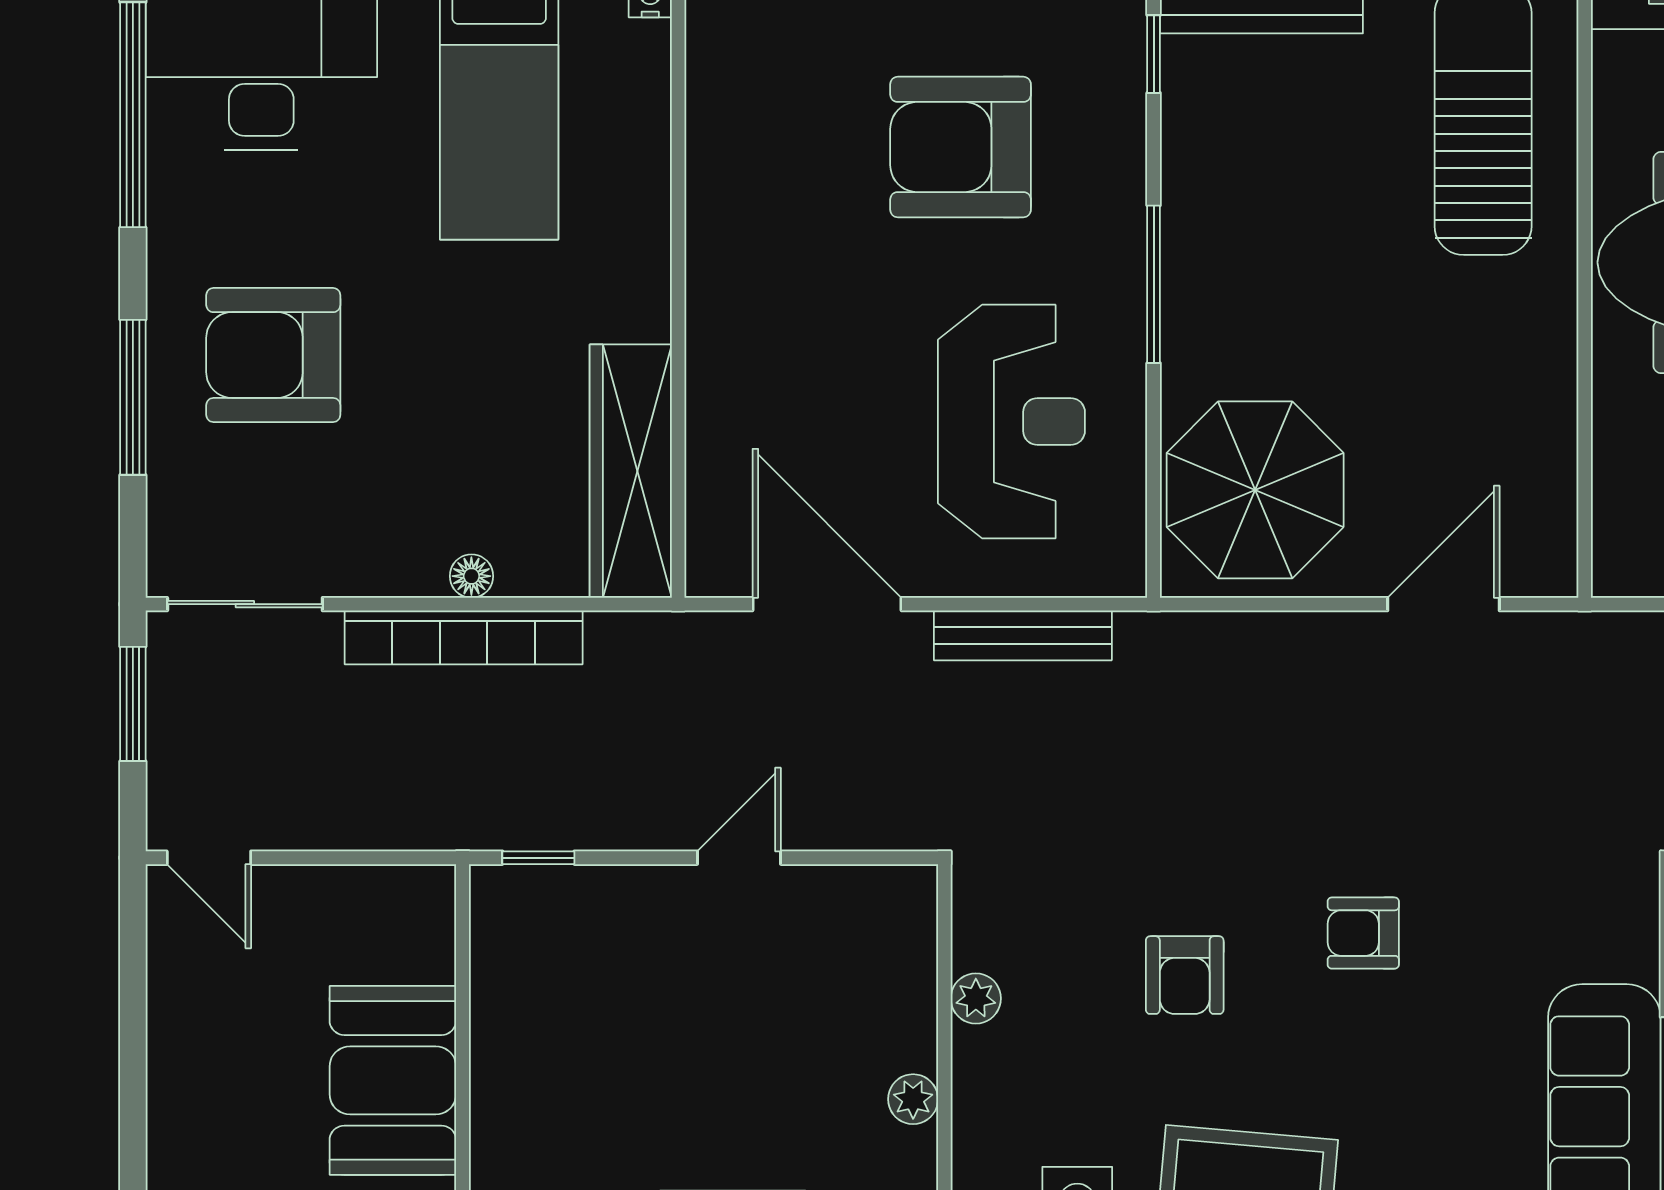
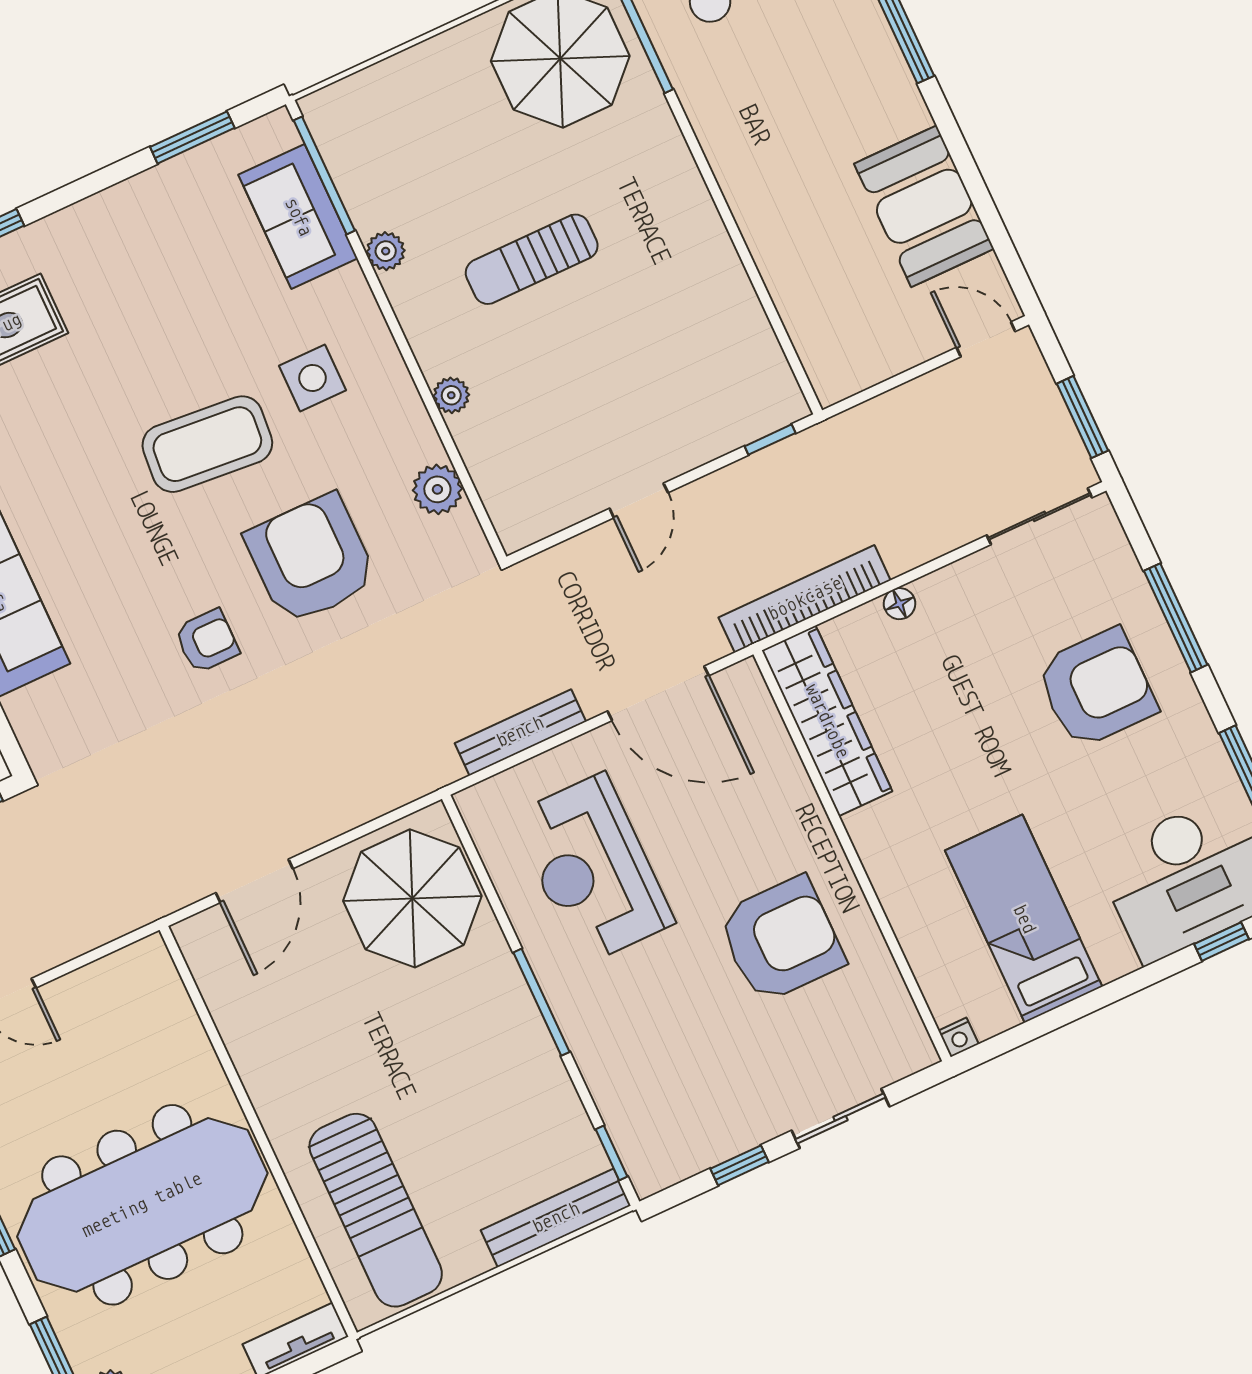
armchair: (961, 147) -> (781, 939), moved
bookcase: (464, 637) -> (805, 599), moved
armchair: (1185, 975) -> (311, 559), width x1.88, depth x1.88
plant: (976, 998) -> (437, 489), width x1.38, depth x1.38
booth: (393, 1080) -> (924, 206), moved

